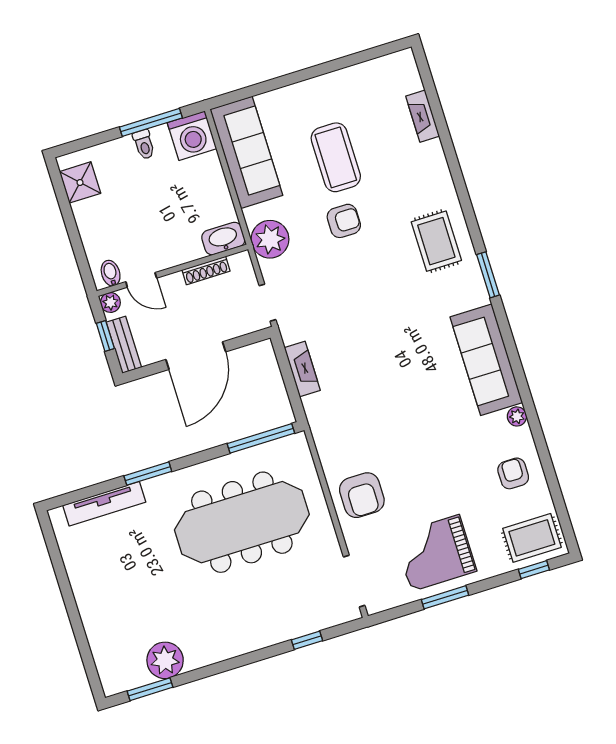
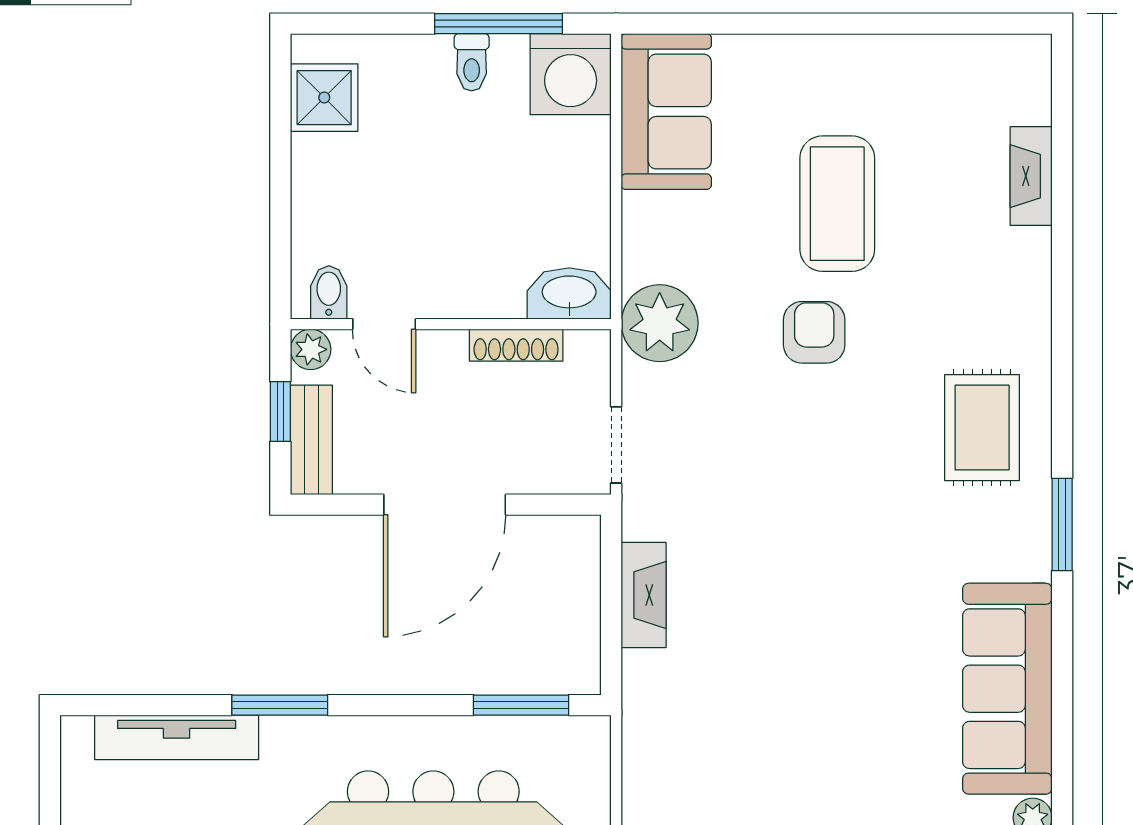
sofa: (246, 152) -> (666, 112), width x0.73
armchair: (344, 221) -> (814, 332), turned -90
window: (261, 438) -> (521, 705), width x0.69

